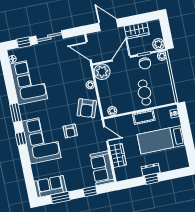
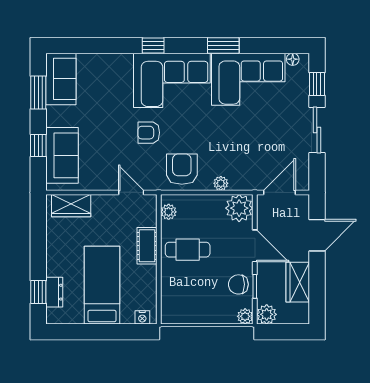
cafe table: (144, 93) -> (188, 250), moved
armchair: (87, 108) -> (182, 169), turned 71
window: (16, 113) -> (223, 46), moved
cot: (144, 117) -> (147, 246), moved
door: (106, 134) -> (131, 192), swing flipped
corner sofa: (41, 139) -> (172, 80), moved
wardrobe: (118, 155) -> (71, 206), moved
sofa: (102, 168) -> (62, 155), moved, turned 90
dresser: (151, 170) -> (54, 292), moved
window: (152, 179) -> (38, 292), moved

